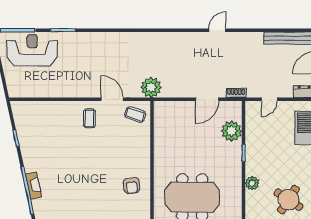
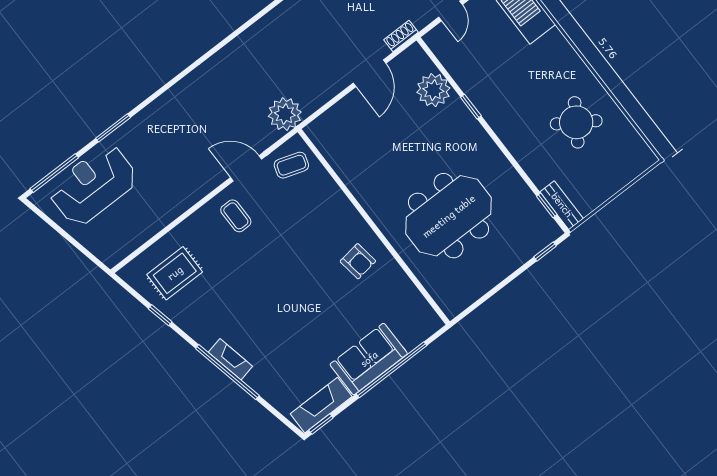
rug: (39, 123) -> (175, 273), added
plant: (252, 183) -> (512, 138), removed

